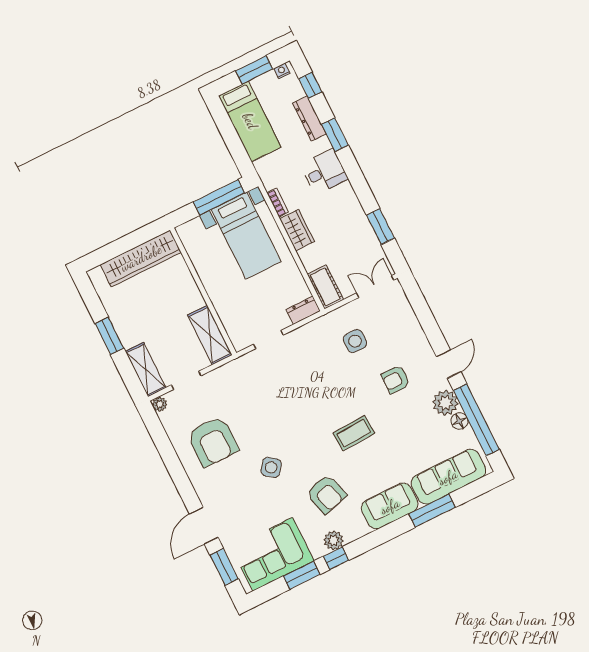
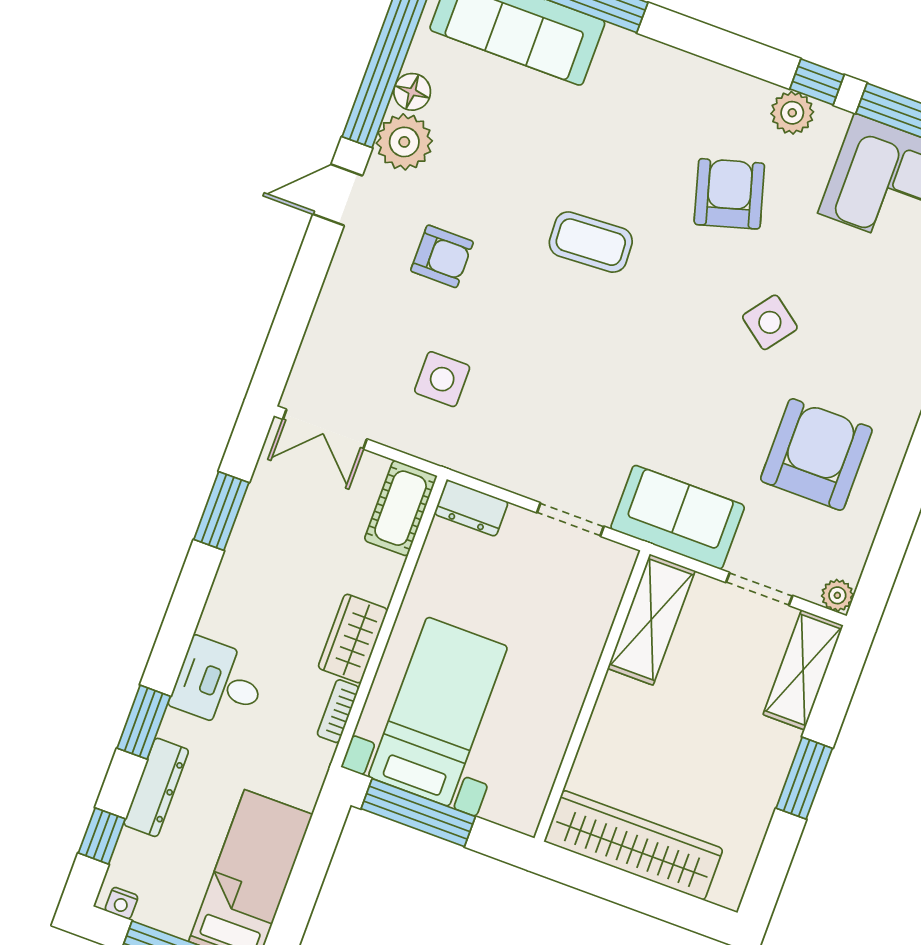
sofa: (390, 506) -> (678, 517), moved, turned 180

